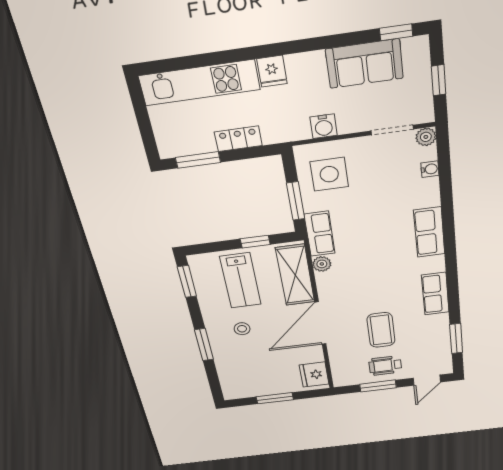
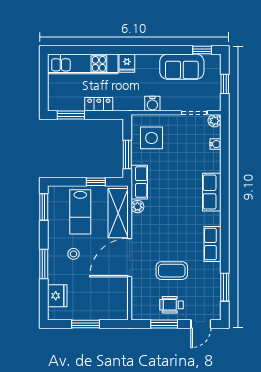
coffee table: (381, 330) -> (172, 271), turned 90
fridge: (314, 375) -> (57, 296), moved, turned 180

